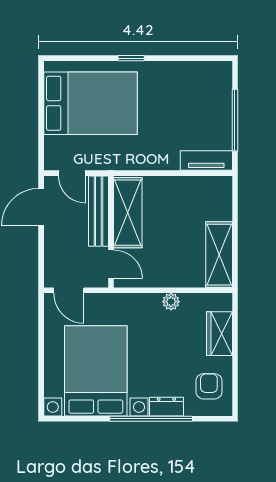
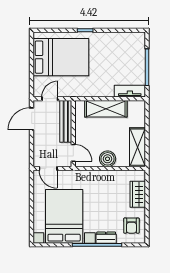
door: (72, 173) -> (50, 99), swing flipped
shelving: (128, 213) -> (106, 109), moved, turned 90
boiler: (169, 274) -> (108, 159), added
plant: (171, 302) -> (109, 175), removed
armchair: (209, 386) -> (131, 226), turned 180

